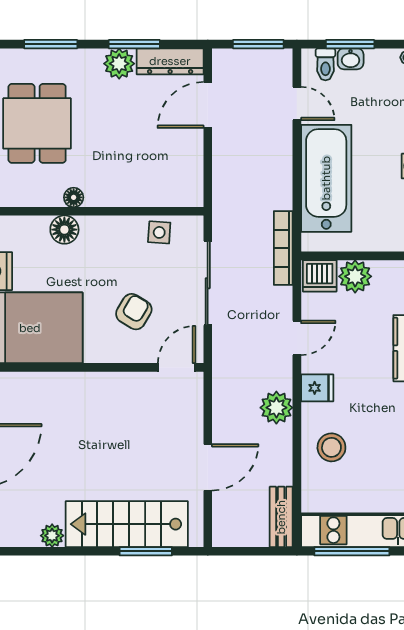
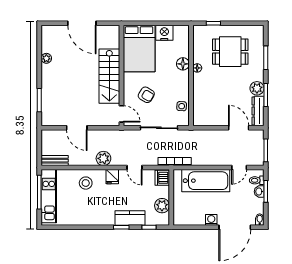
plant: (355, 276) -> (162, 206), moved
stairs: (127, 524) -> (109, 76), moved, turned 180

